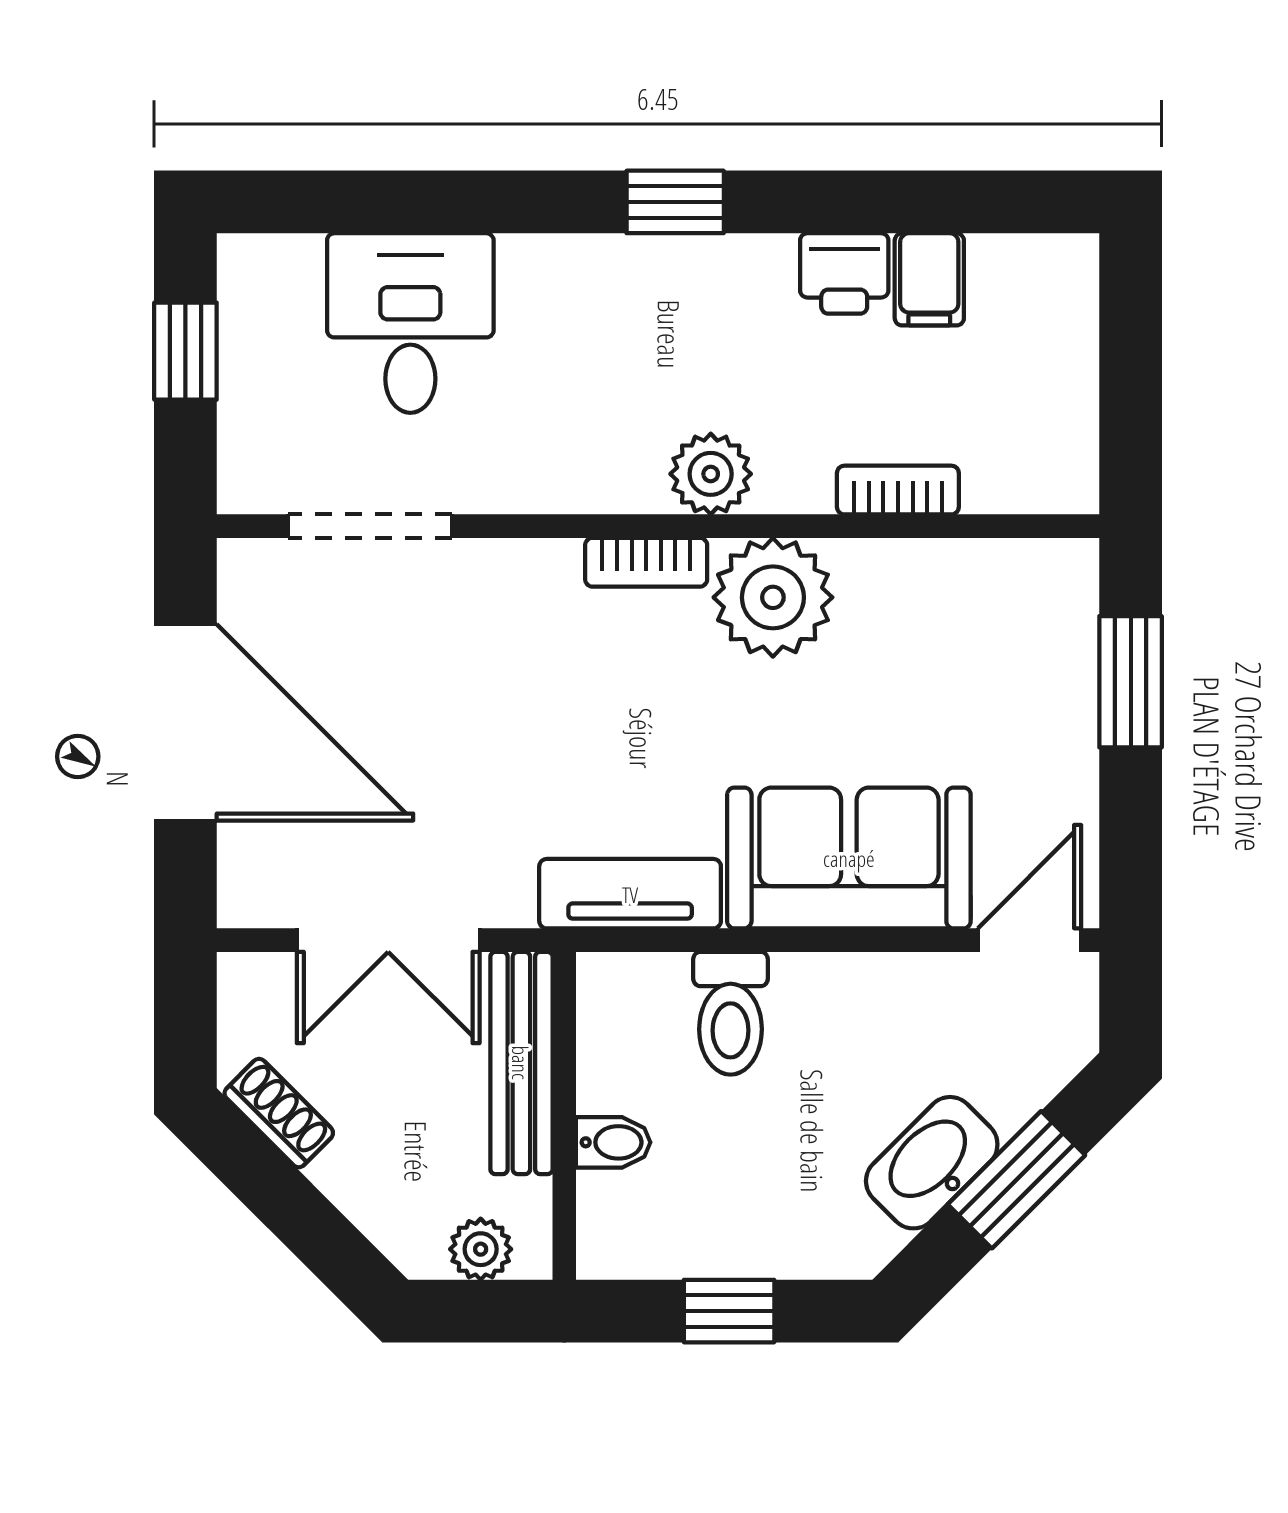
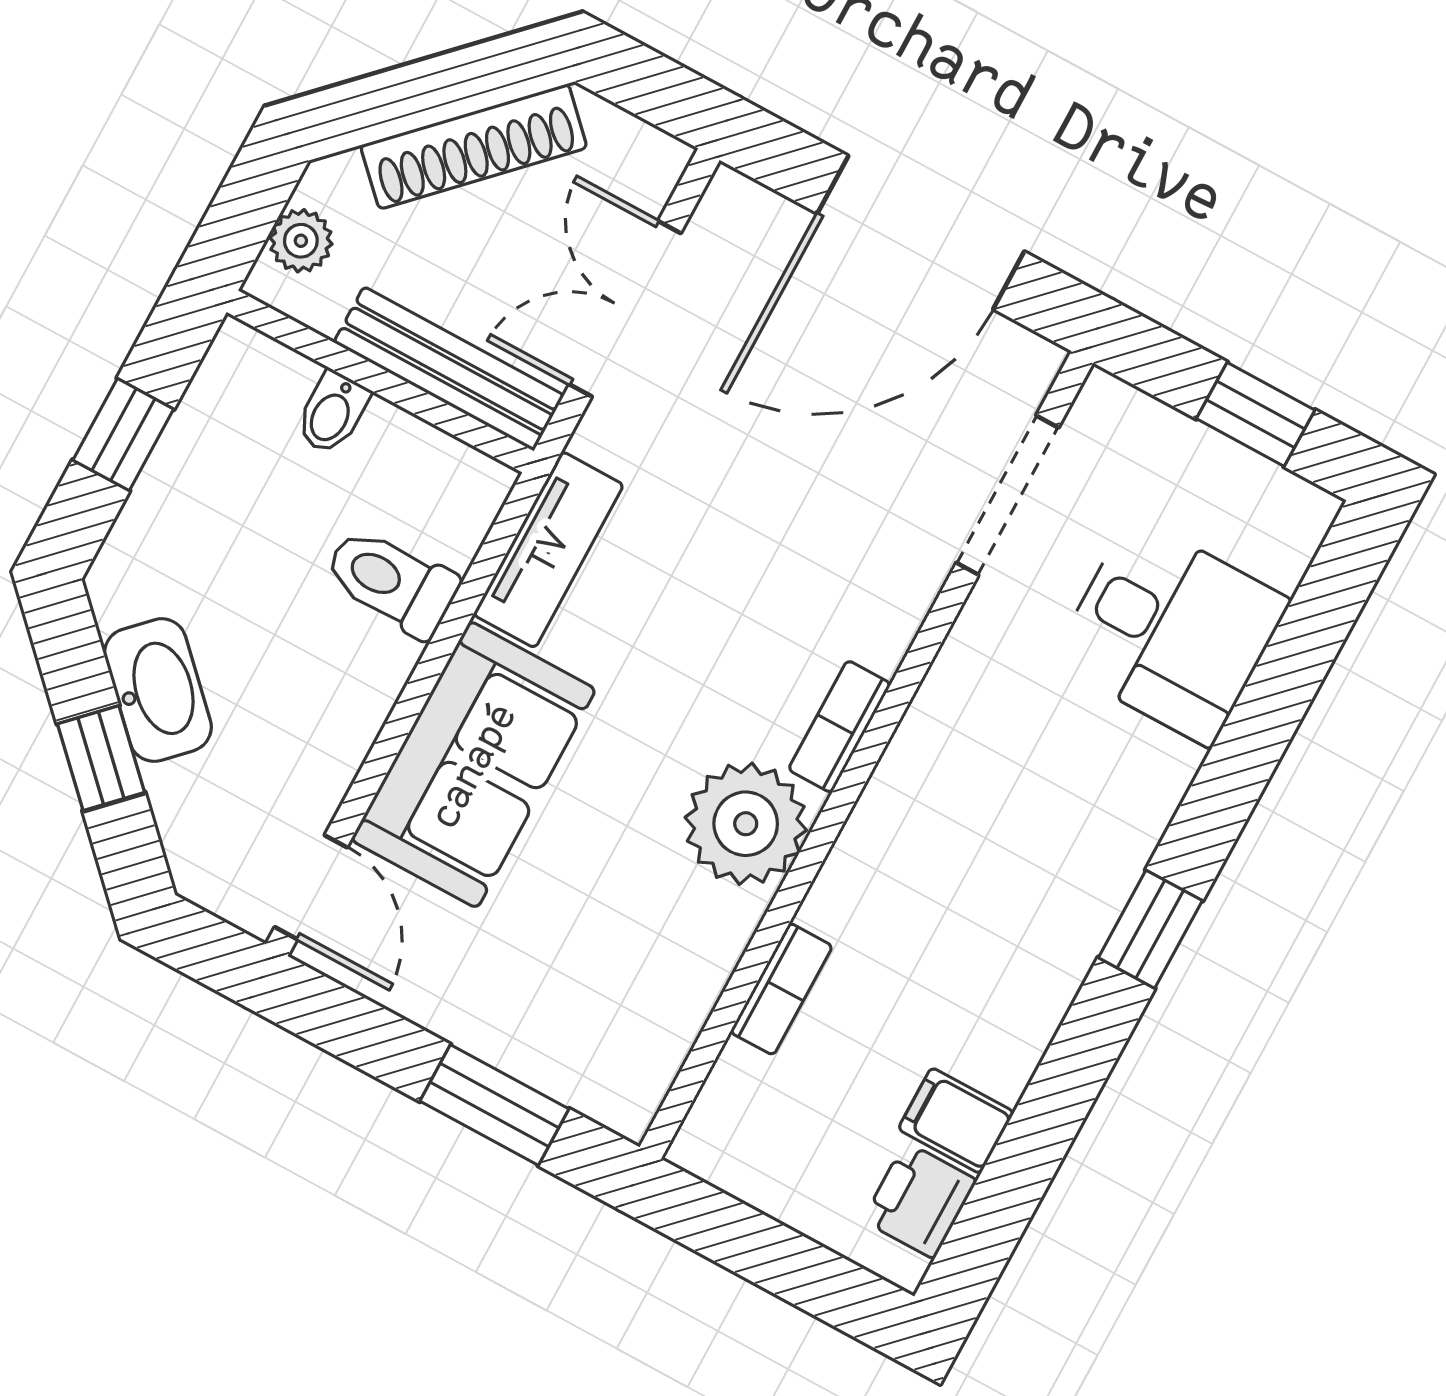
printer: (844, 273) -> (920, 1200), moved
plant: (711, 474) -> (888, 828), removed
shoe rack: (279, 1113) -> (474, 146), width x1.94, depth x1.24
window: (1016, 1180) -> (101, 758), width x0.67

